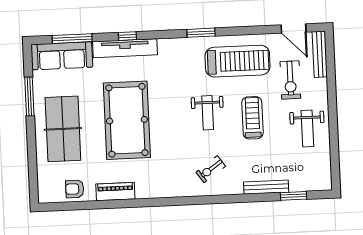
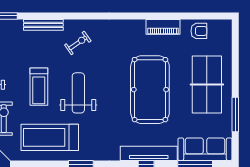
weight bench: (208, 113) -> (78, 93), width x1.36, depth x1.33
bench: (266, 187) -> (43, 25), moved

